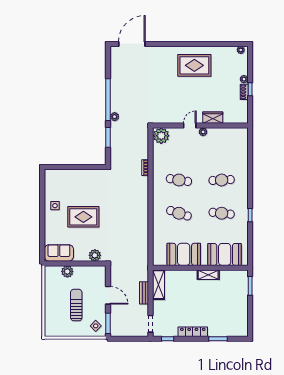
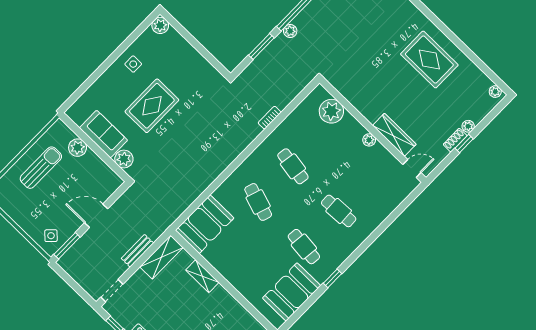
wardrobe: (213, 118) -> (394, 135), width x1.50
door: (190, 126) -> (412, 169), moved
plant: (161, 136) -> (331, 111), moved
plant: (50, 175) -> (160, 25), added
rug: (83, 217) -> (152, 106), turned 90
sofa: (59, 253) -> (103, 134), moved
booth: (184, 254) -> (205, 224), moved, turned 90
booth: (225, 254) -> (292, 292), moved, turned 90
shelving: (208, 275) -> (202, 276), moved
door: (108, 295) -> (96, 216), swing flipped
sun lounger: (76, 305) -> (41, 168), moved

